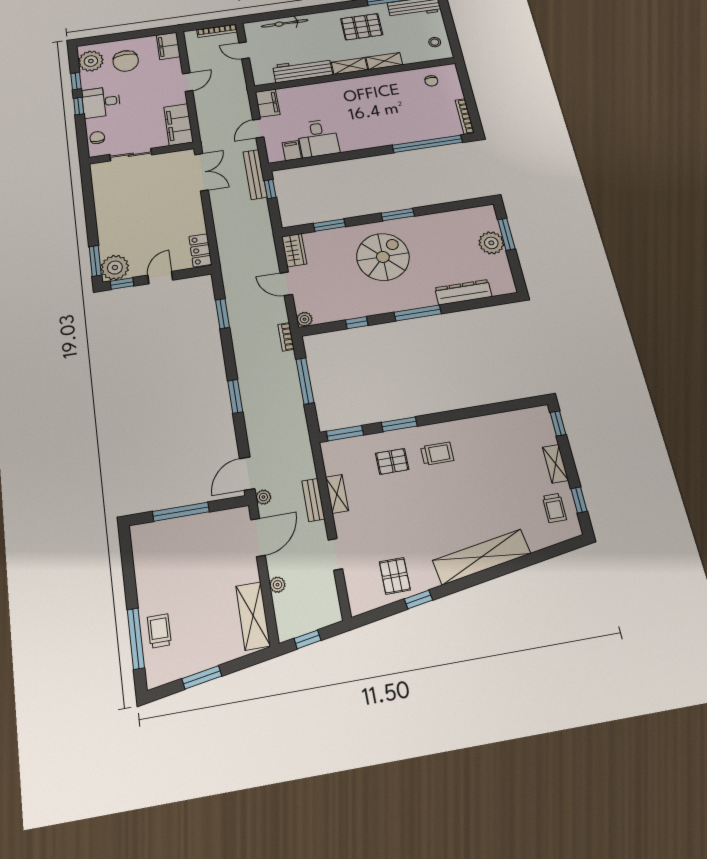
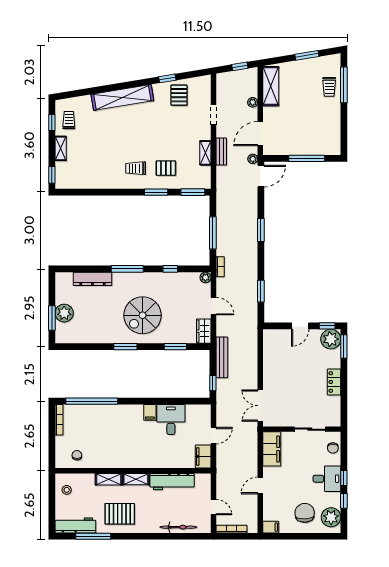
filing cabinet: (168, 46) -> (271, 527), width x0.50
filing cabinet: (292, 151) -> (150, 412), moved
bench: (255, 174) -> (222, 357), moved
locker: (200, 250) -> (334, 382), moved, turned 180

